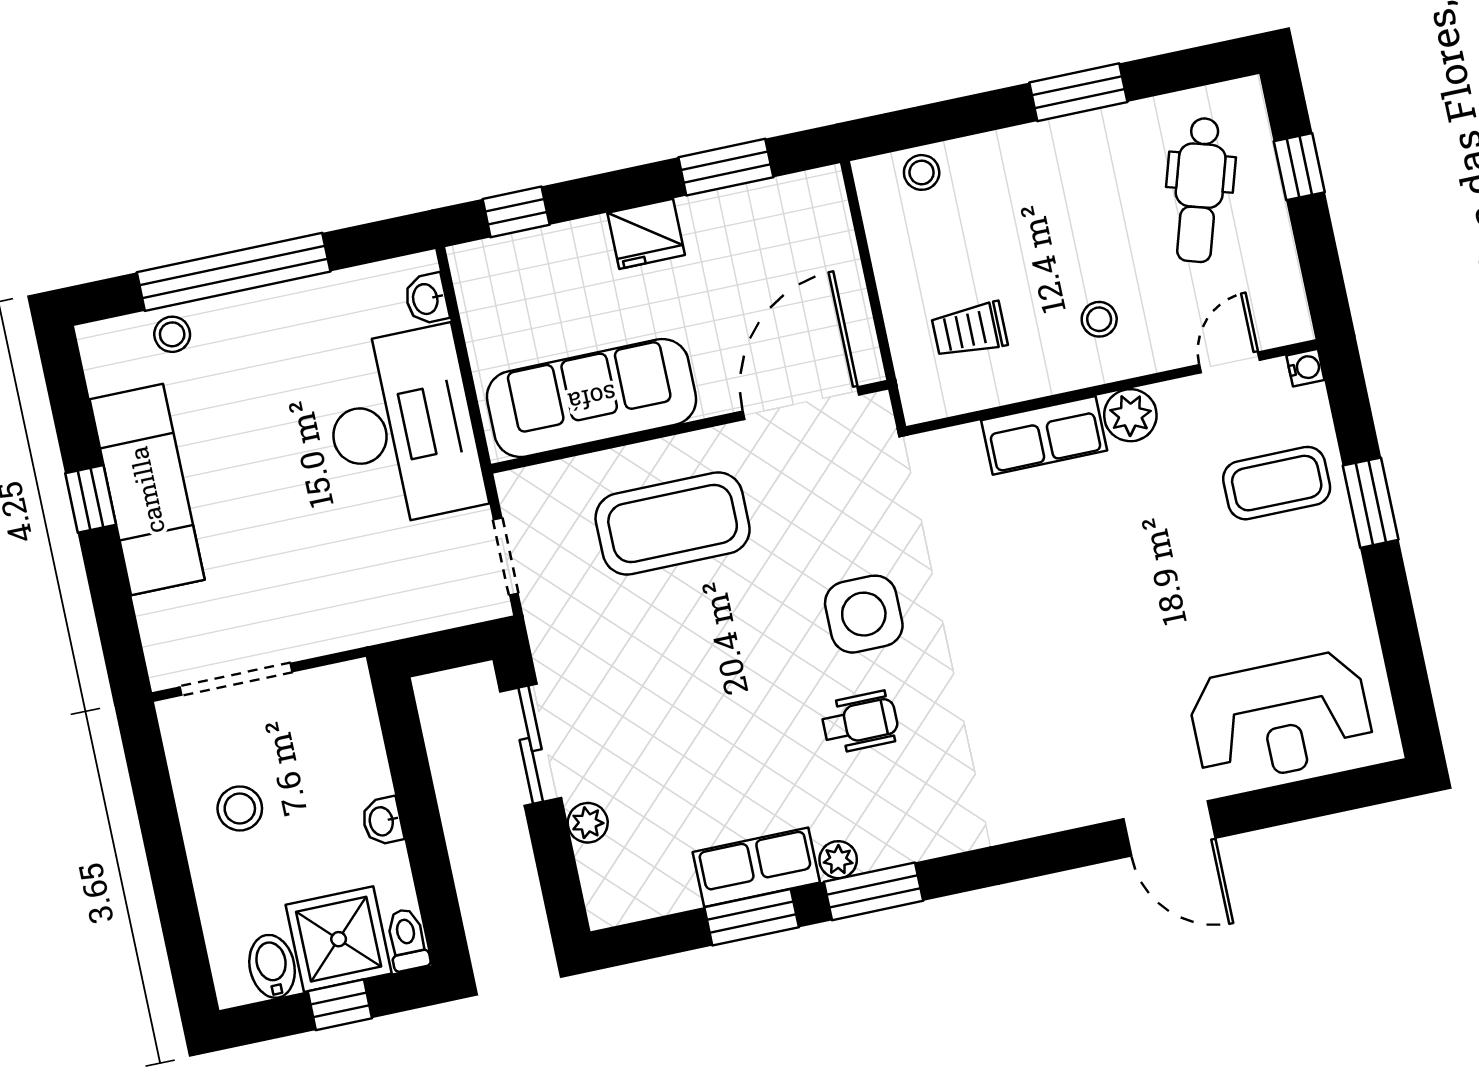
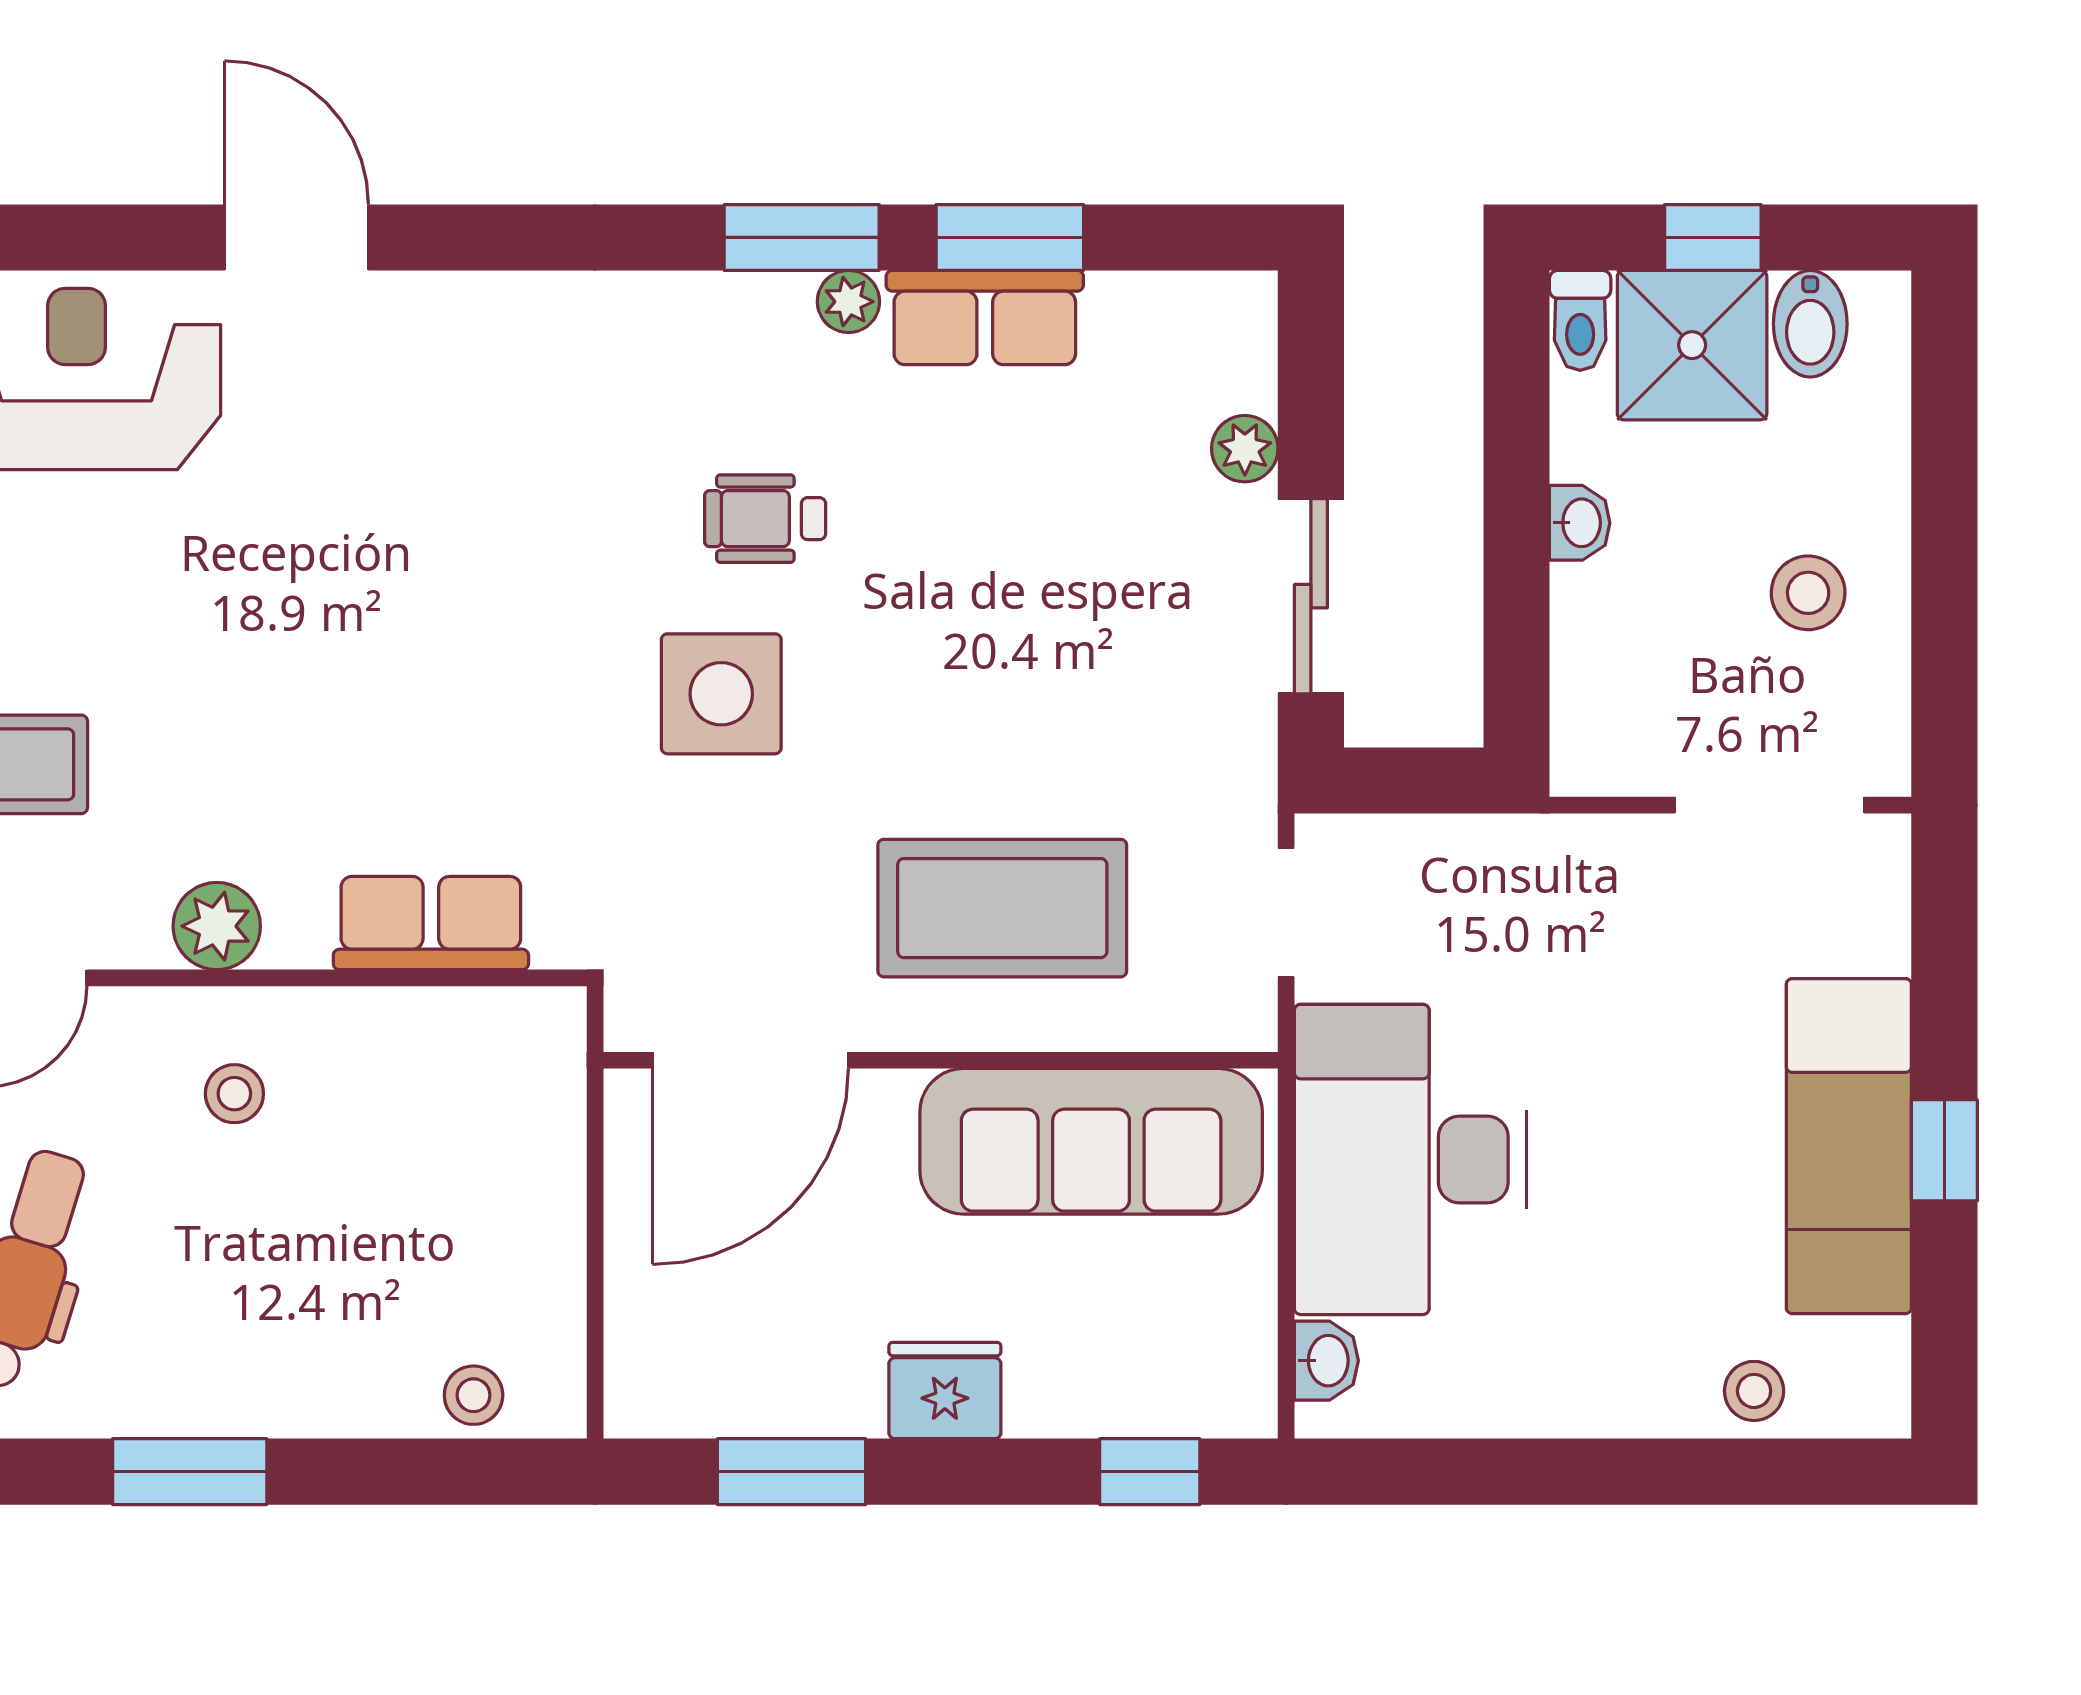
window: (234, 272) -> (1632, 1472), removed
trolley: (969, 330) -> (450, 1121), removed
row of seats: (1044, 435) -> (431, 923), moved

